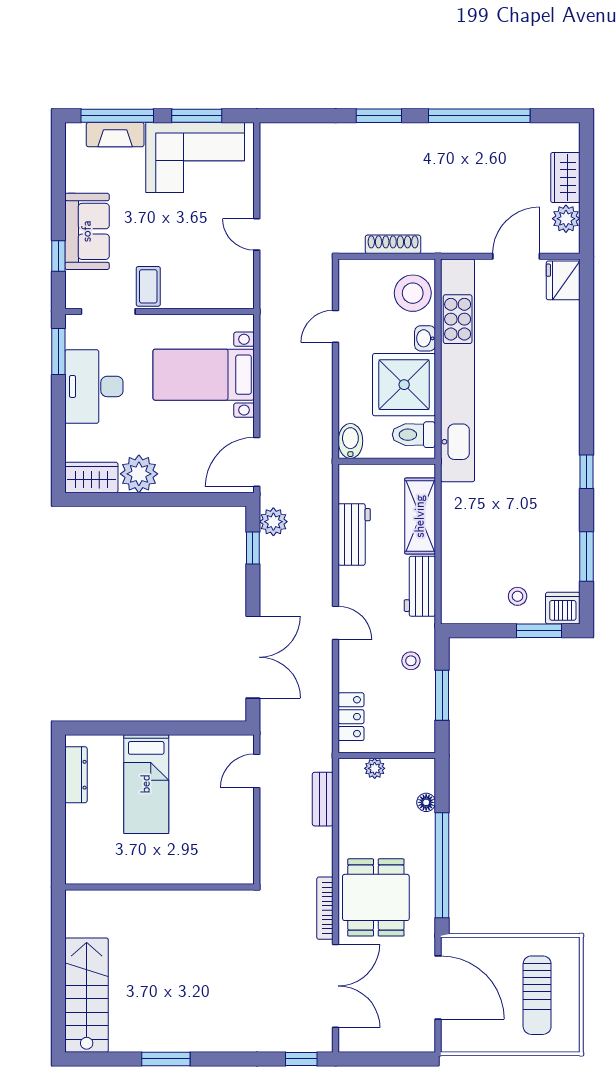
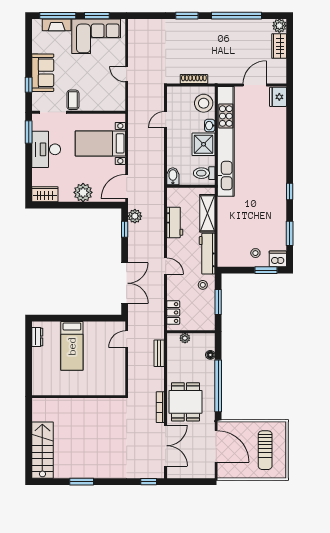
plant: (566, 219) -> (279, 26), moved
shower: (404, 385) -> (204, 144), width x0.73, depth x0.73
plant: (139, 474) -> (83, 192), moved
workbench: (420, 586) -> (207, 254), width x1.38
dresser: (76, 775) -> (37, 337), width x0.70

